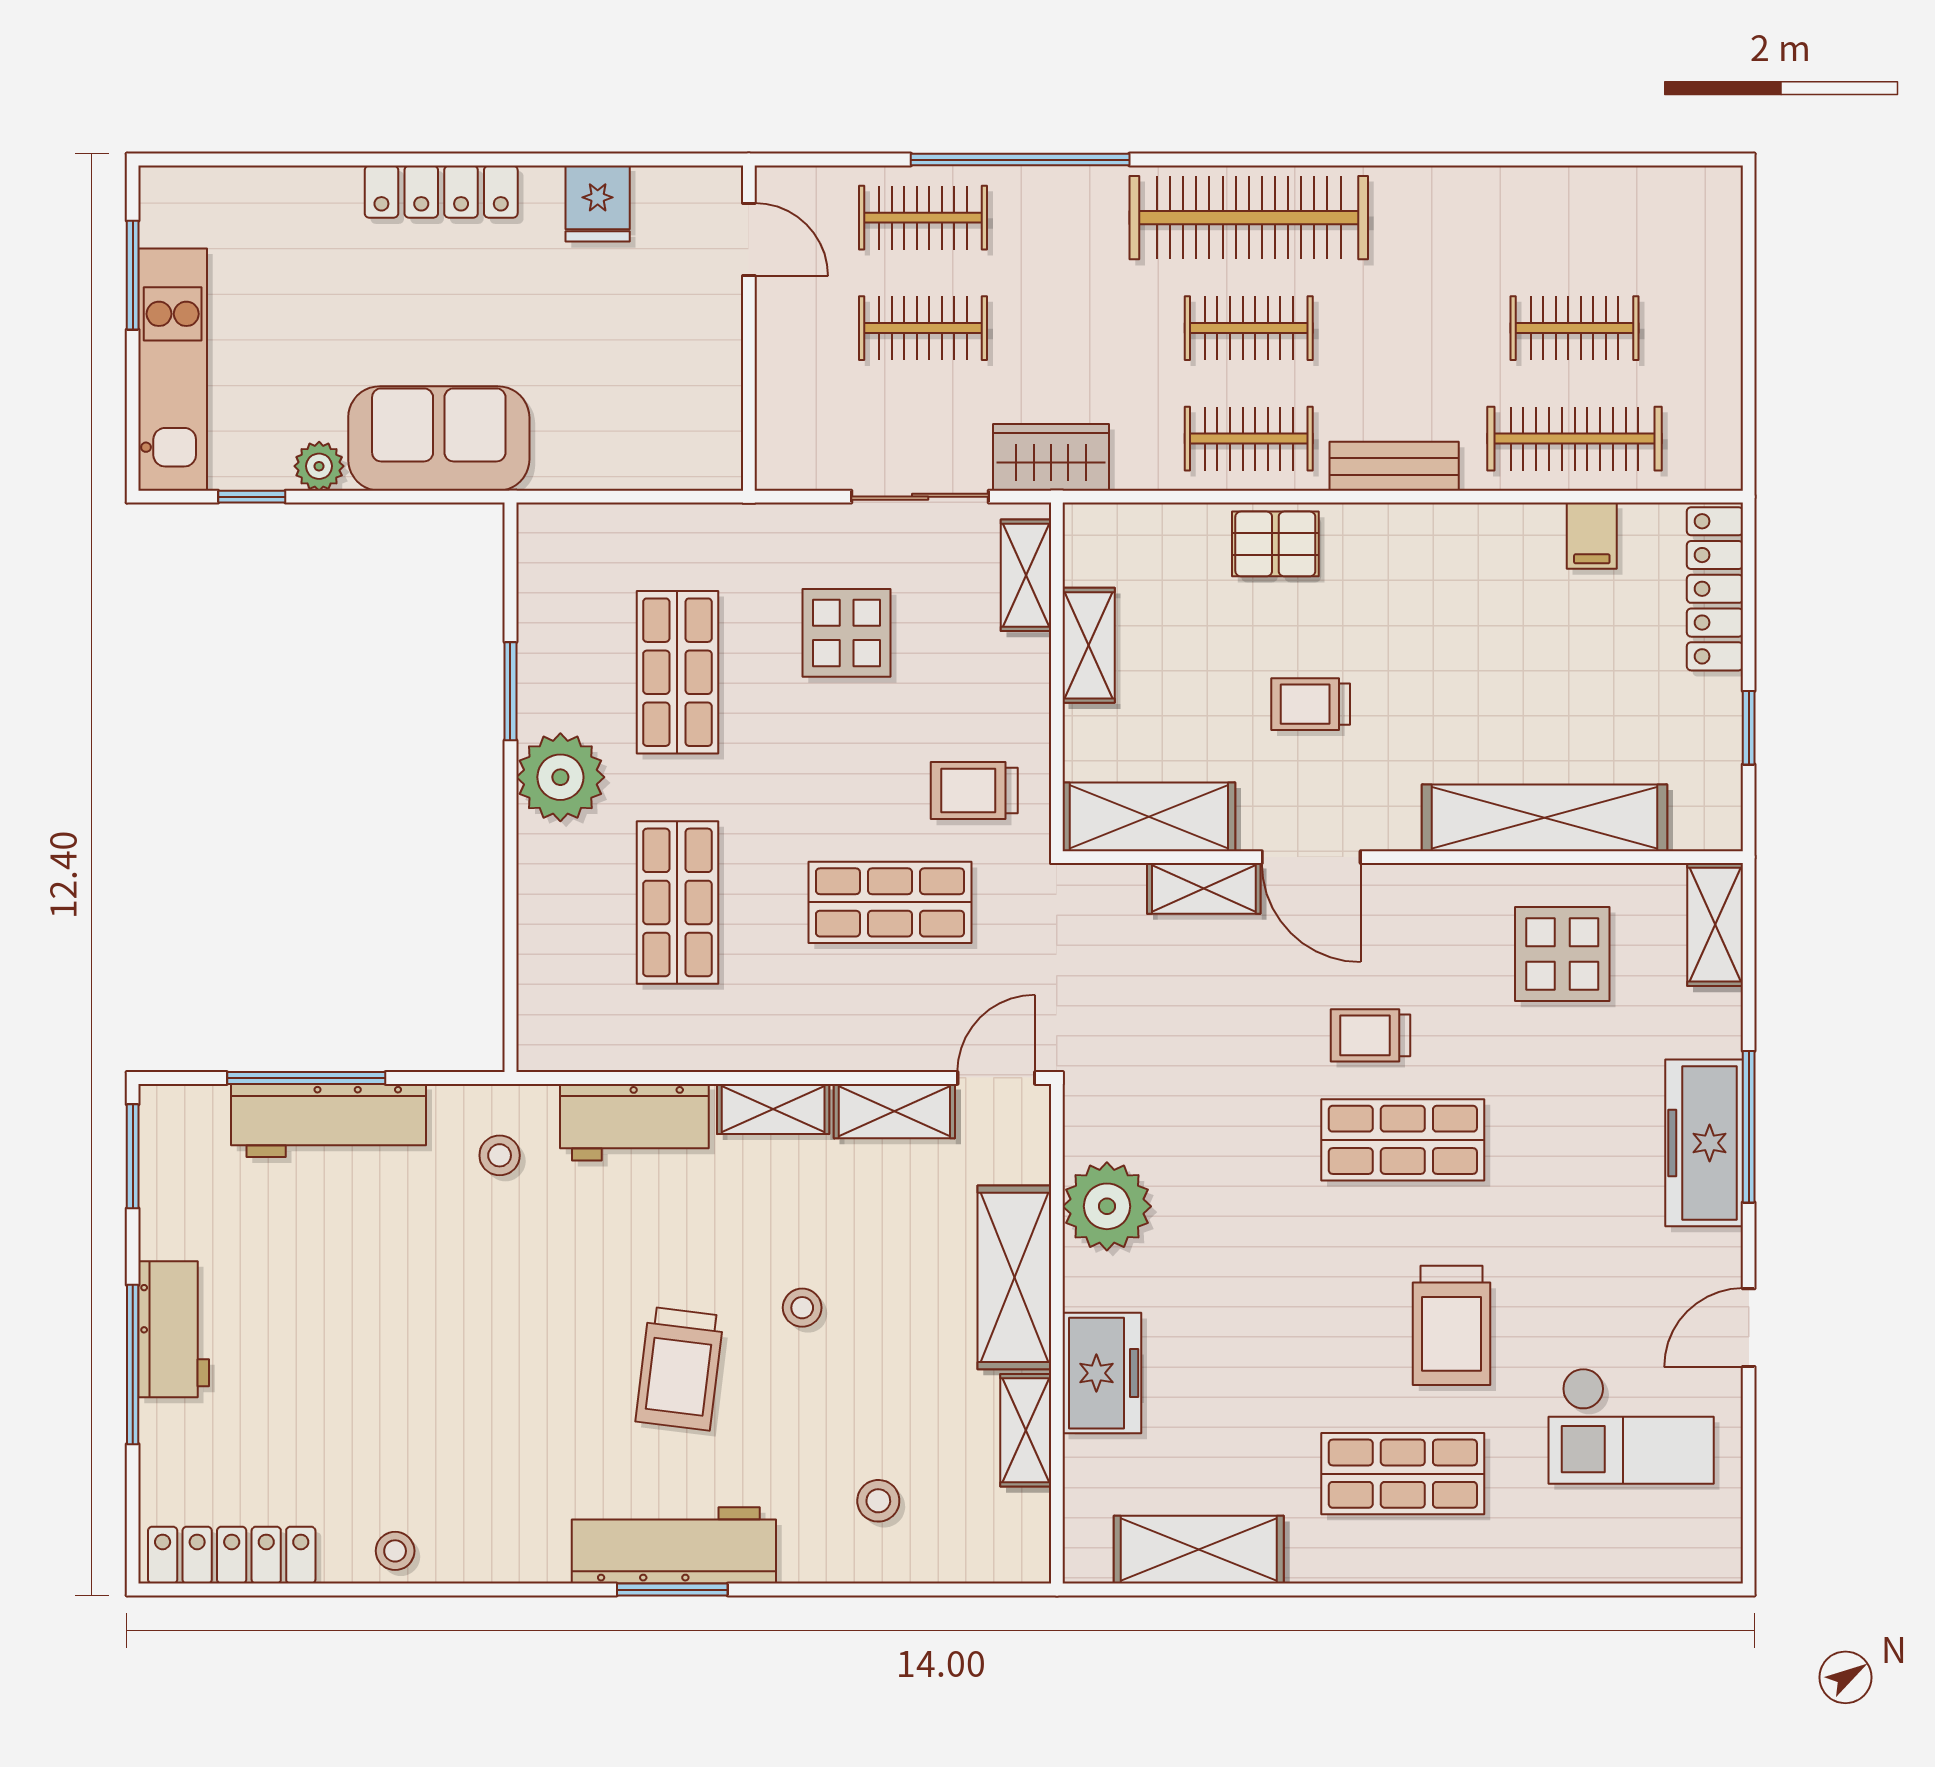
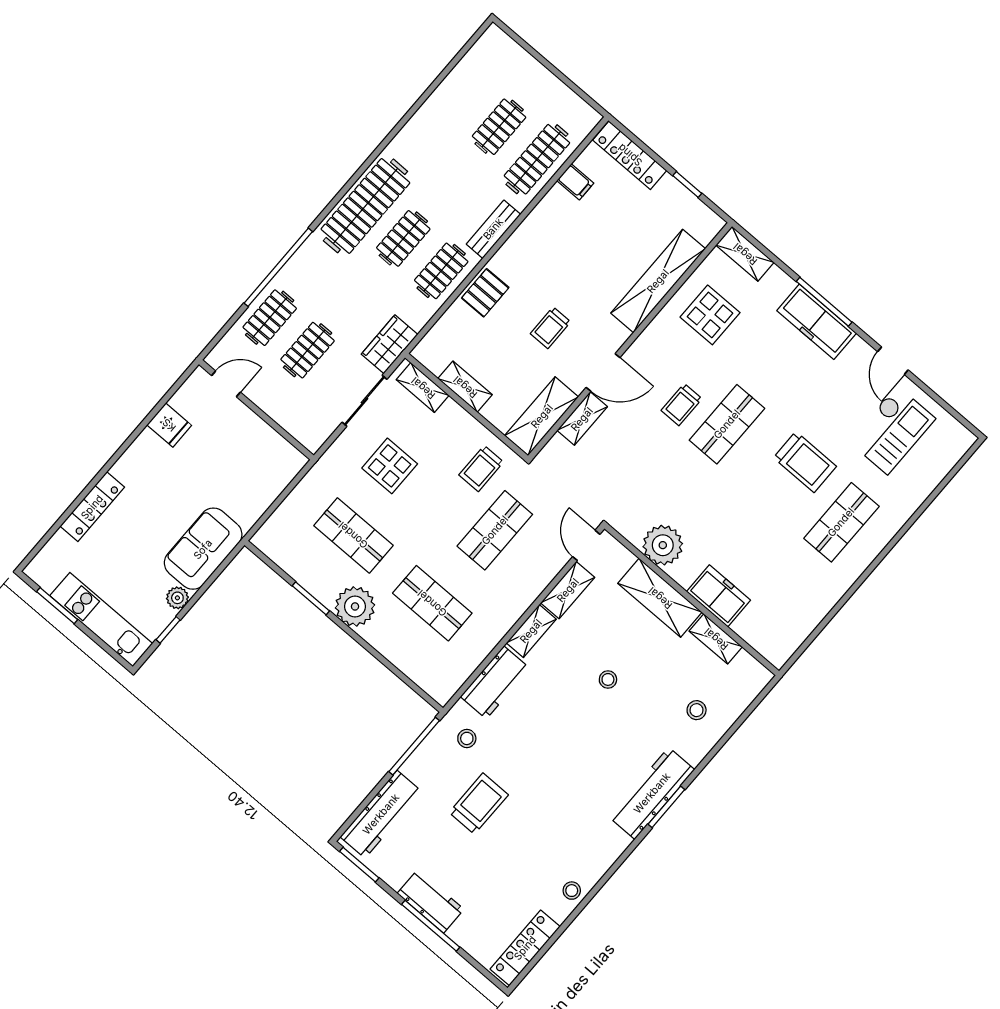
locker: (441, 192) -> (92, 507), moved
window: (306, 1078) -> (414, 746), moved
workbench: (329, 1120) -> (381, 814), moved
trolley: (680, 1369) -> (479, 804), moved, turned -97
shelving: (1199, 1550) -> (808, 615), removed

